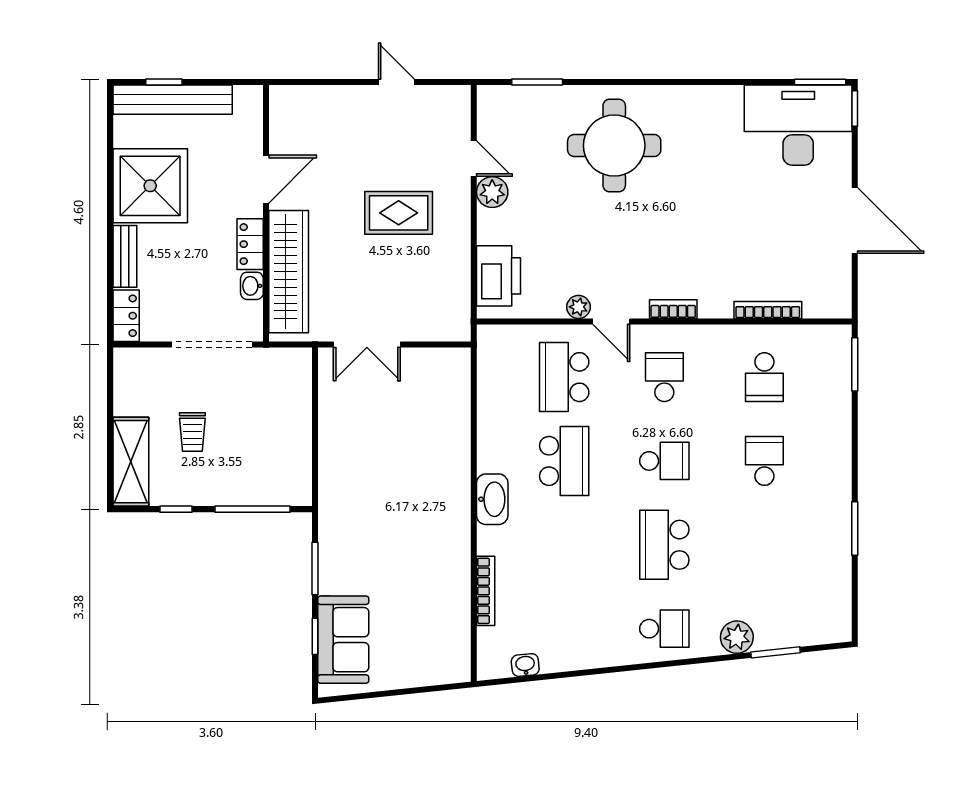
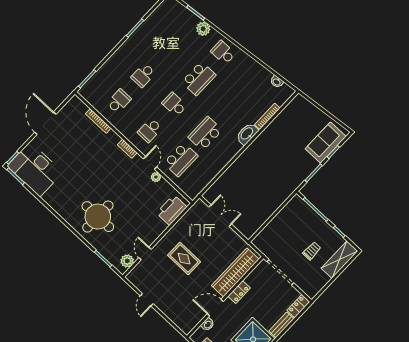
plant: (492, 192) -> (127, 261), moved
washbasin: (252, 286) -> (208, 324), moved
double door: (367, 345) -> (220, 216), moved
washbasin: (492, 499) -> (247, 134), moved

